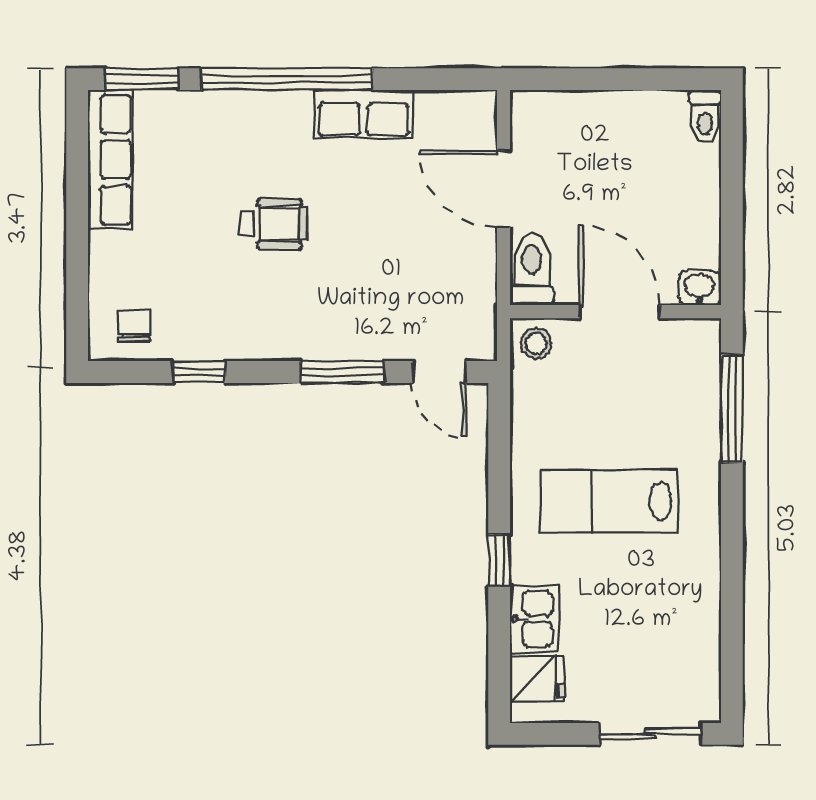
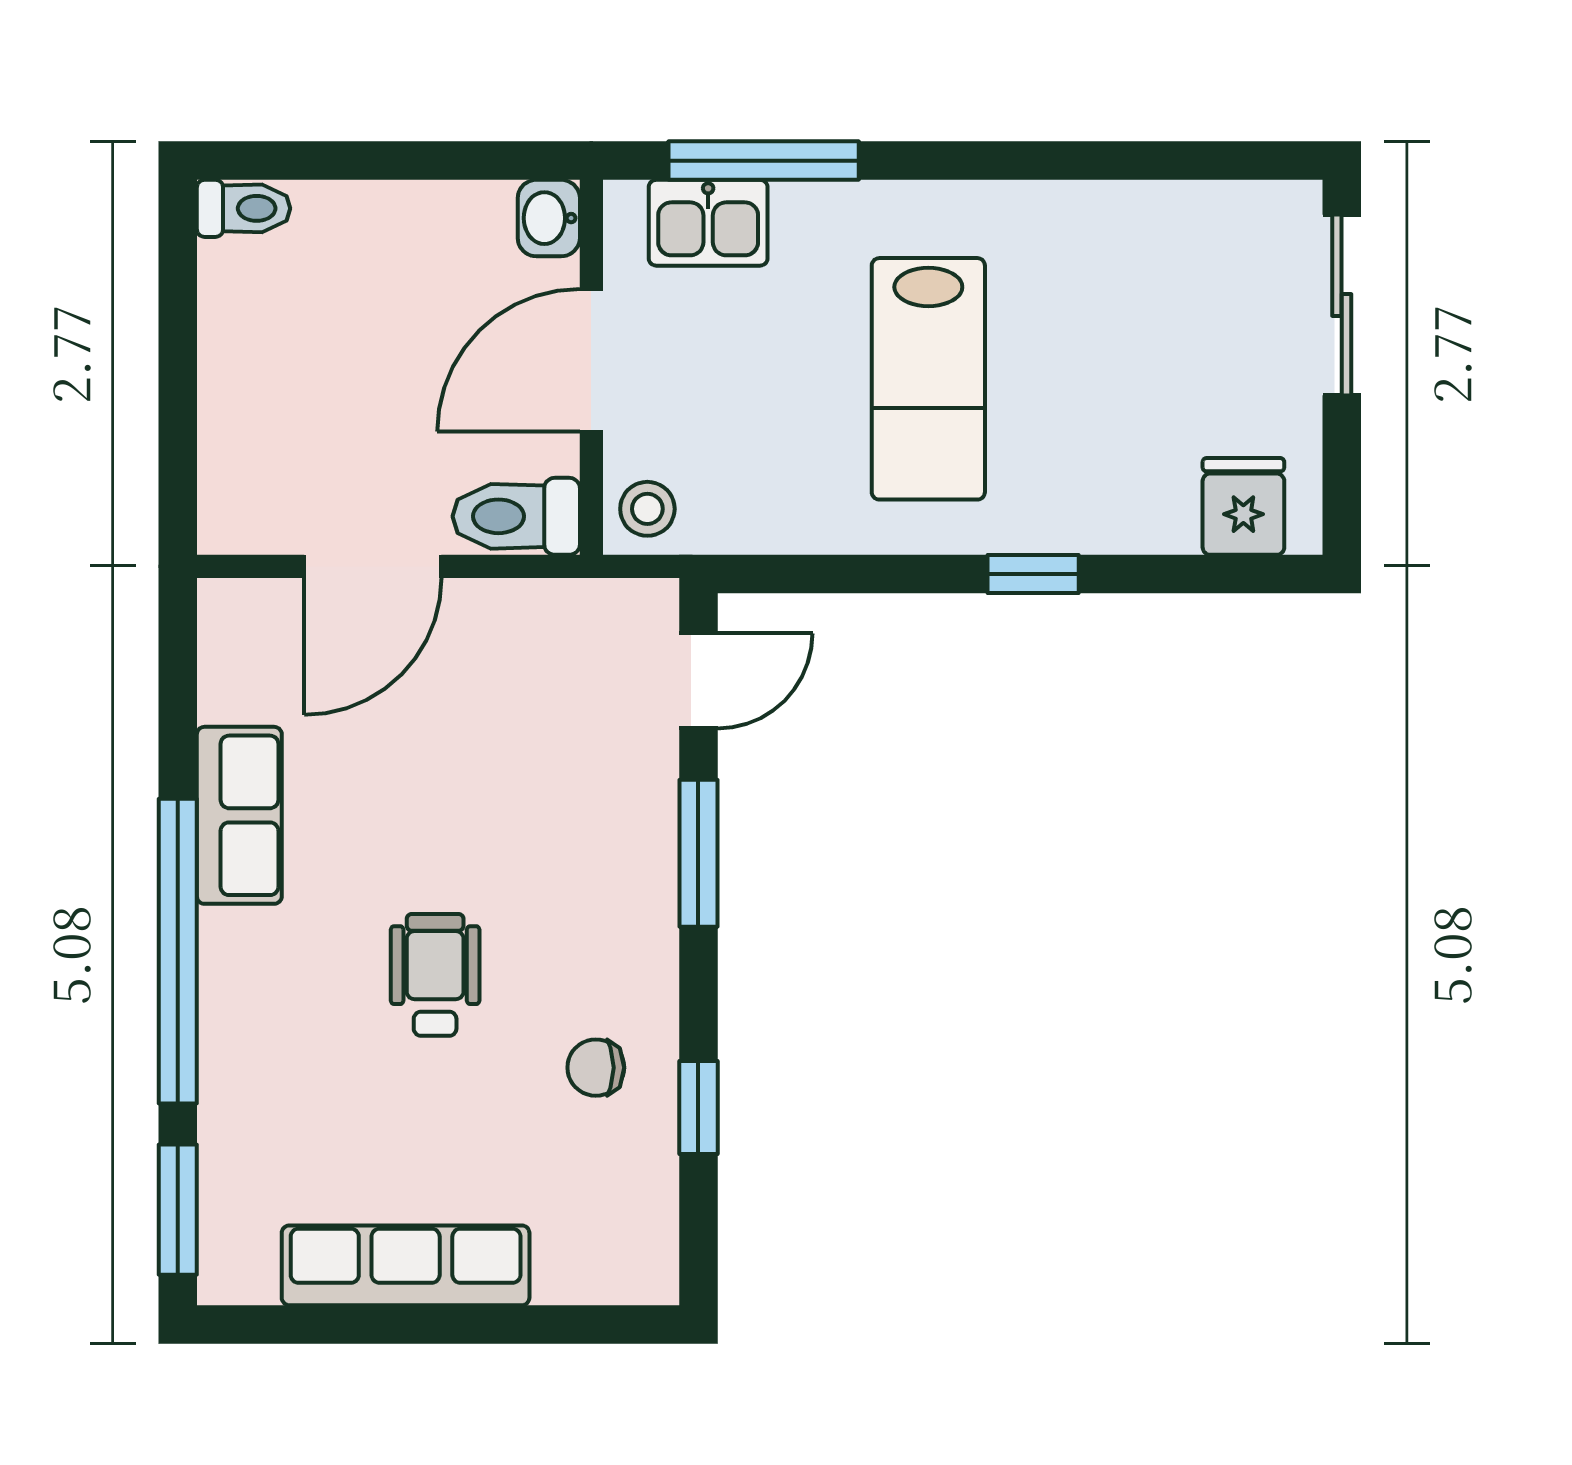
row of seats: (110, 160) -> (406, 1265), moved
chair: (134, 326) -> (596, 1068), moved
kitchen sink: (534, 619) -> (708, 223), moved, turned 180

